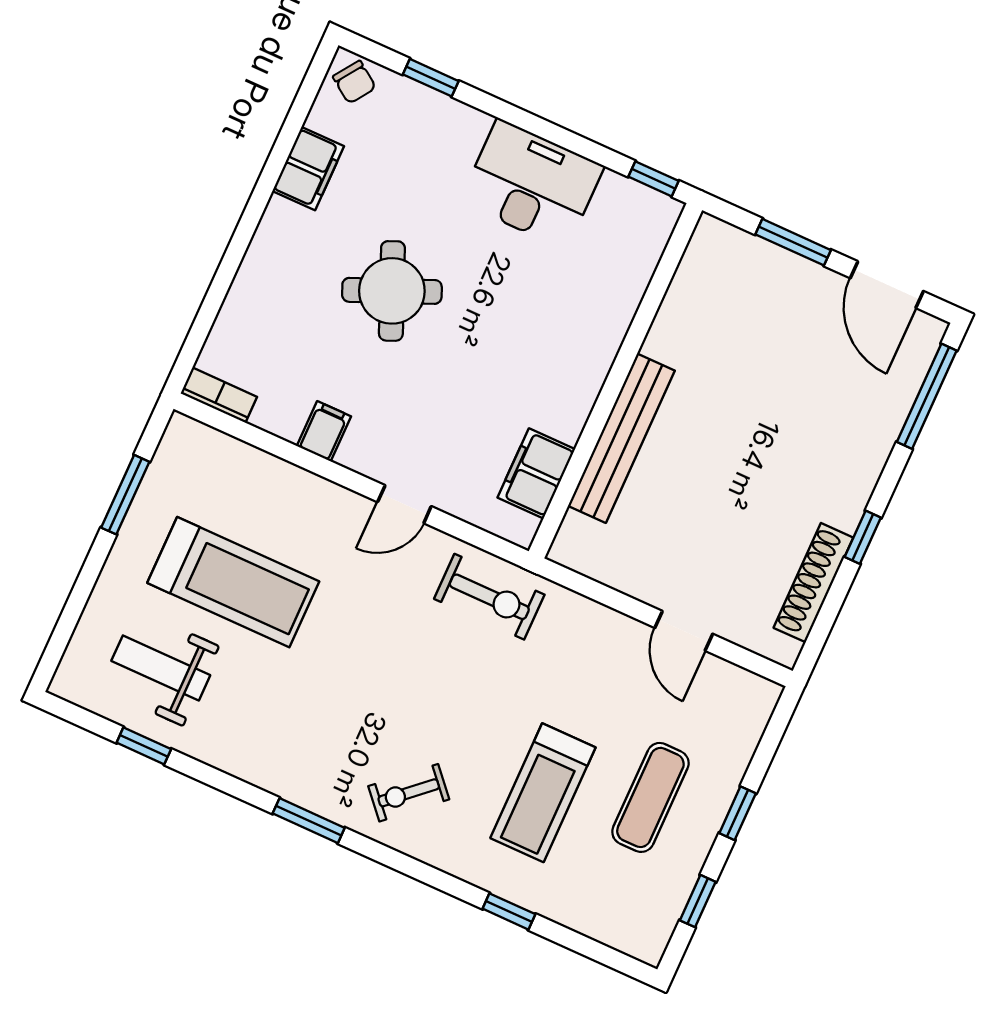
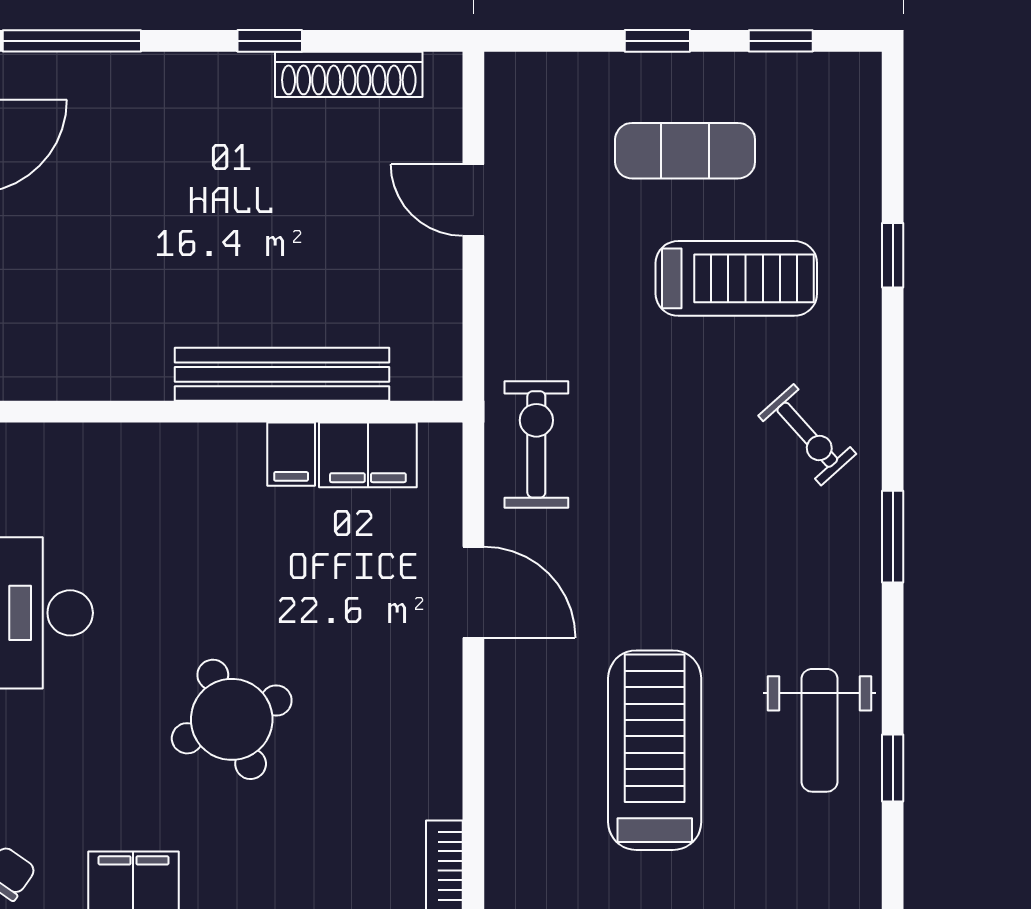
filing cabinet: (324, 431) -> (291, 454), moved, turned -90
door: (404, 504) -> (473, 592), width x1.38
door: (684, 631) -> (473, 200), swing flipped
weight bench: (161, 668) -> (820, 730), moved

